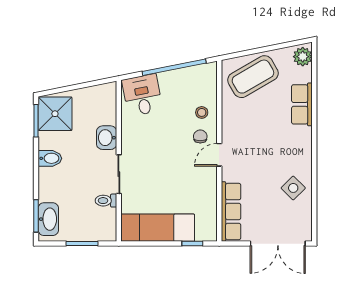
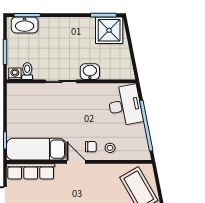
desk: (142, 95) -> (125, 105), width x1.37
bidet: (50, 158) -> (73, 26), removed
toilet: (106, 201) -> (27, 71), moved
exam couch: (158, 228) -> (36, 149), moved, turned -90
washing machine: (109, 231) -> (15, 74), added

